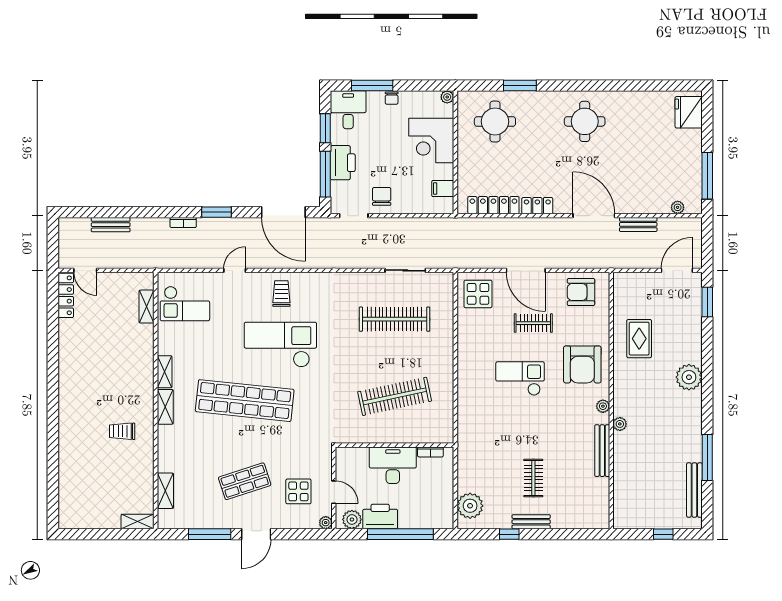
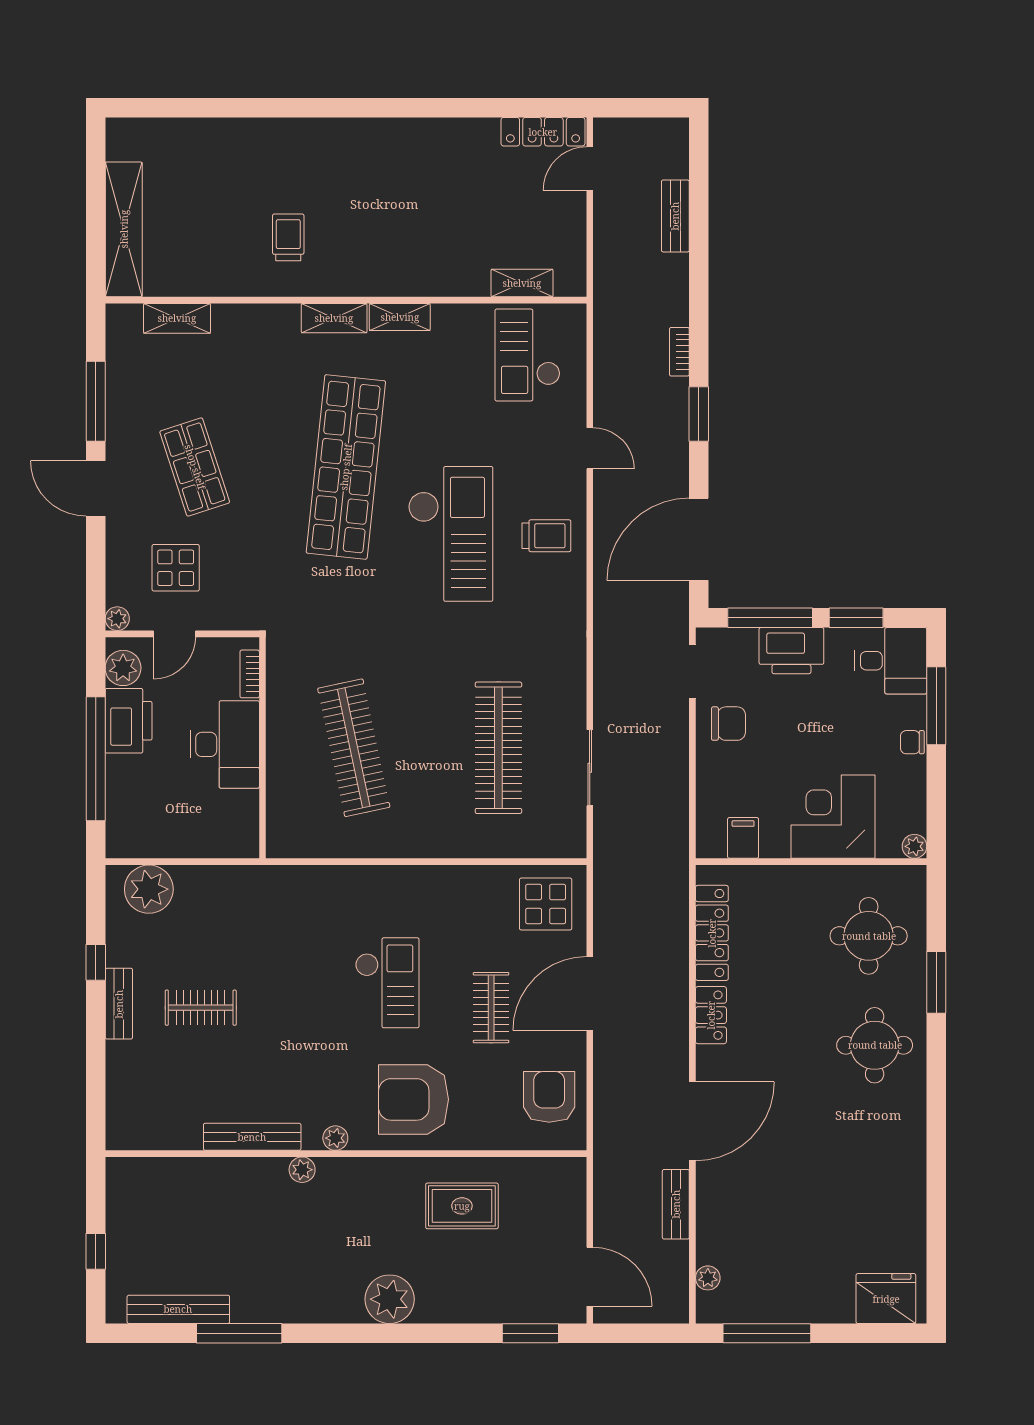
round table: (585, 121) -> (875, 1045), moved
bookcase: (430, 452) -> (250, 674), moved
shelving: (138, 522) -> (124, 229), width x2.20, depth x1.33

